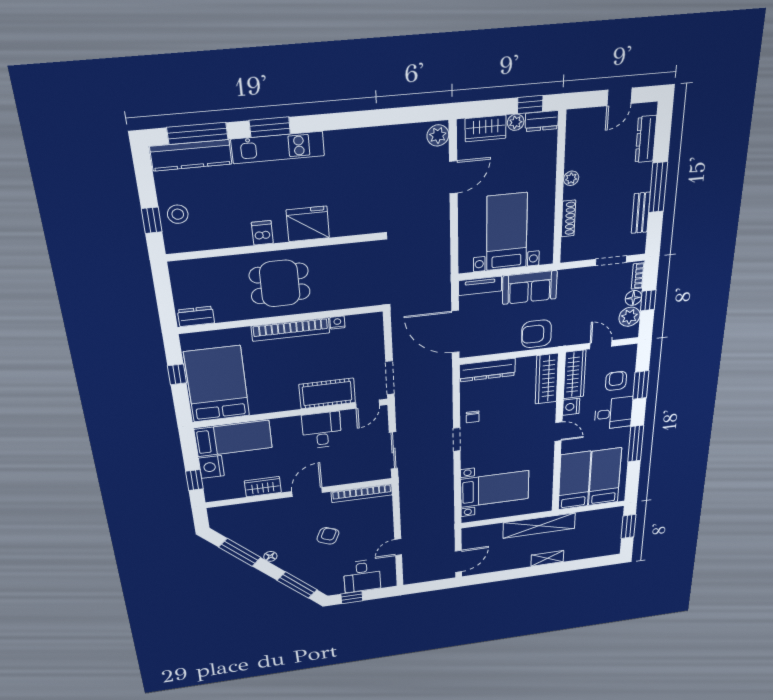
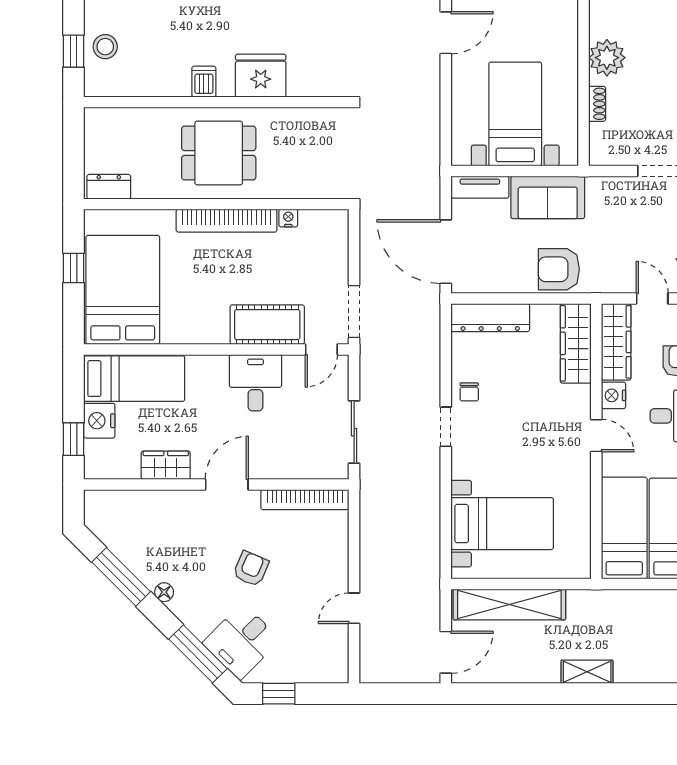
plant: (571, 178) -> (607, 58), width x1.88, depth x1.88
shoe rack: (568, 218) -> (597, 104), width x0.70
shelving: (539, 526) -> (509, 604), moved
desk: (362, 576) -> (241, 641), moved, turned 45

